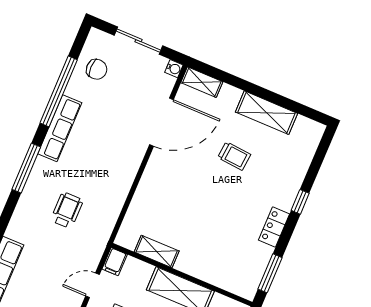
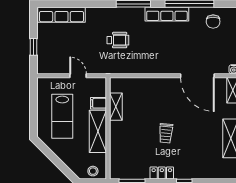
trolley: (234, 156) -> (166, 133), moved
filing cabinet: (115, 262) -> (98, 103), moved

